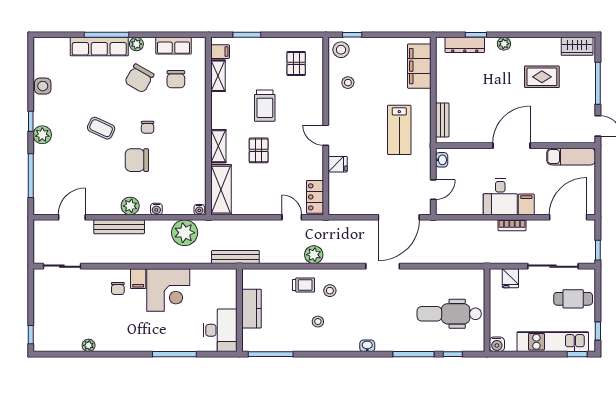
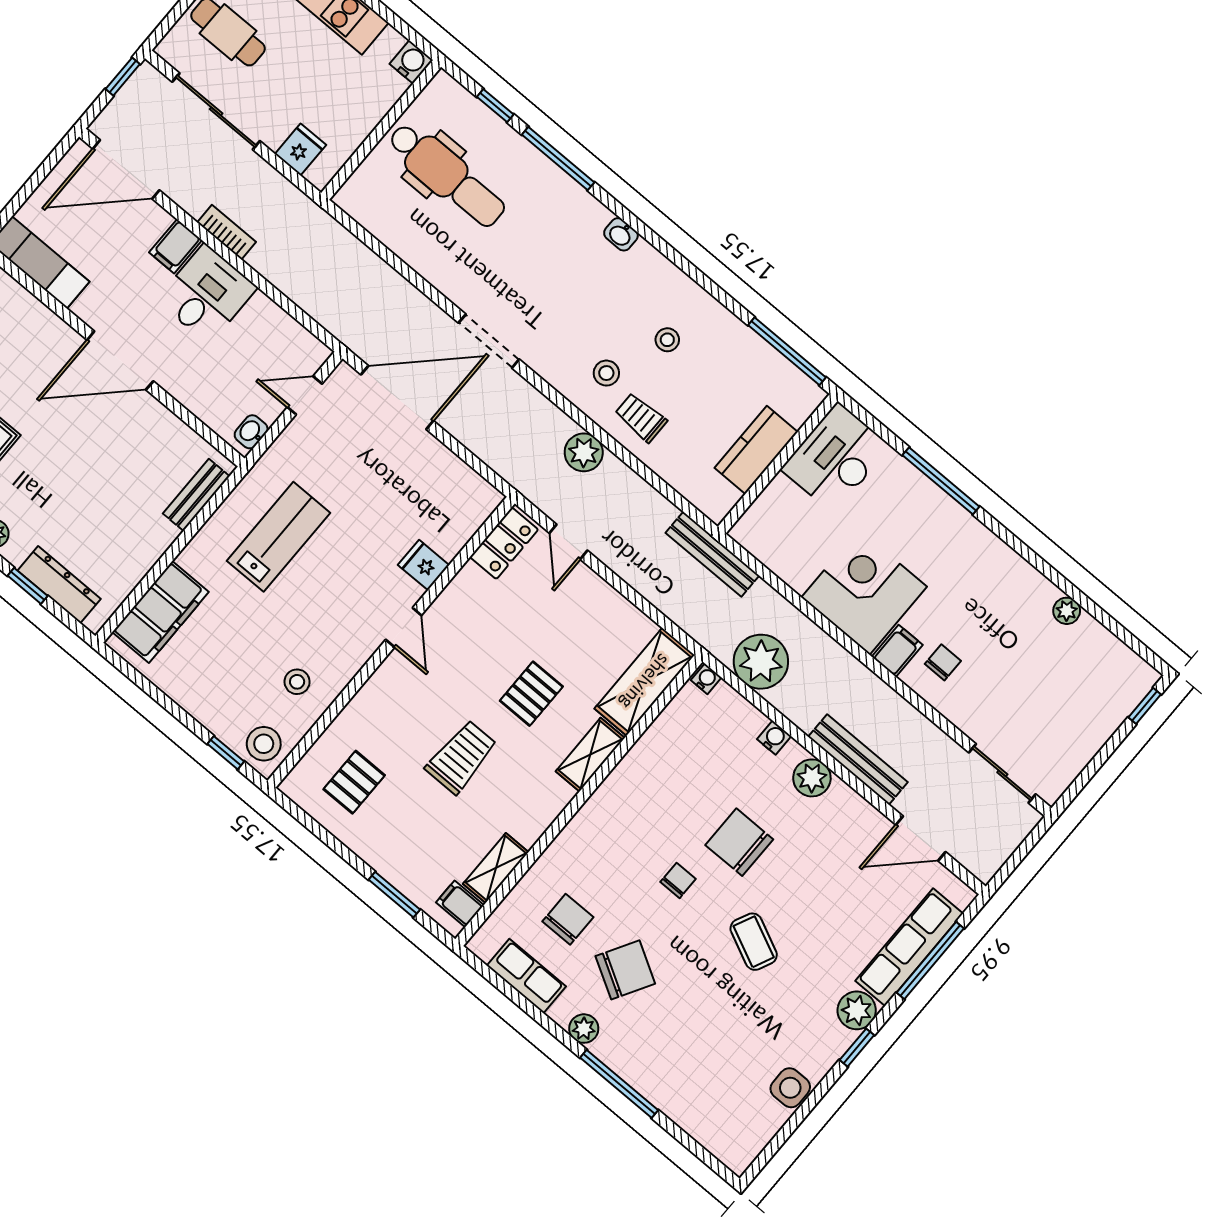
row of seats: (99, 47) -> (909, 947), moved, turned -90
chair: (137, 160) -> (739, 842), turned 180

